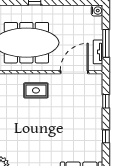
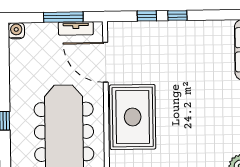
rug: (36, 90) -> (133, 117), width x1.86, depth x2.06
window: (106, 136) -> (177, 16), moved

